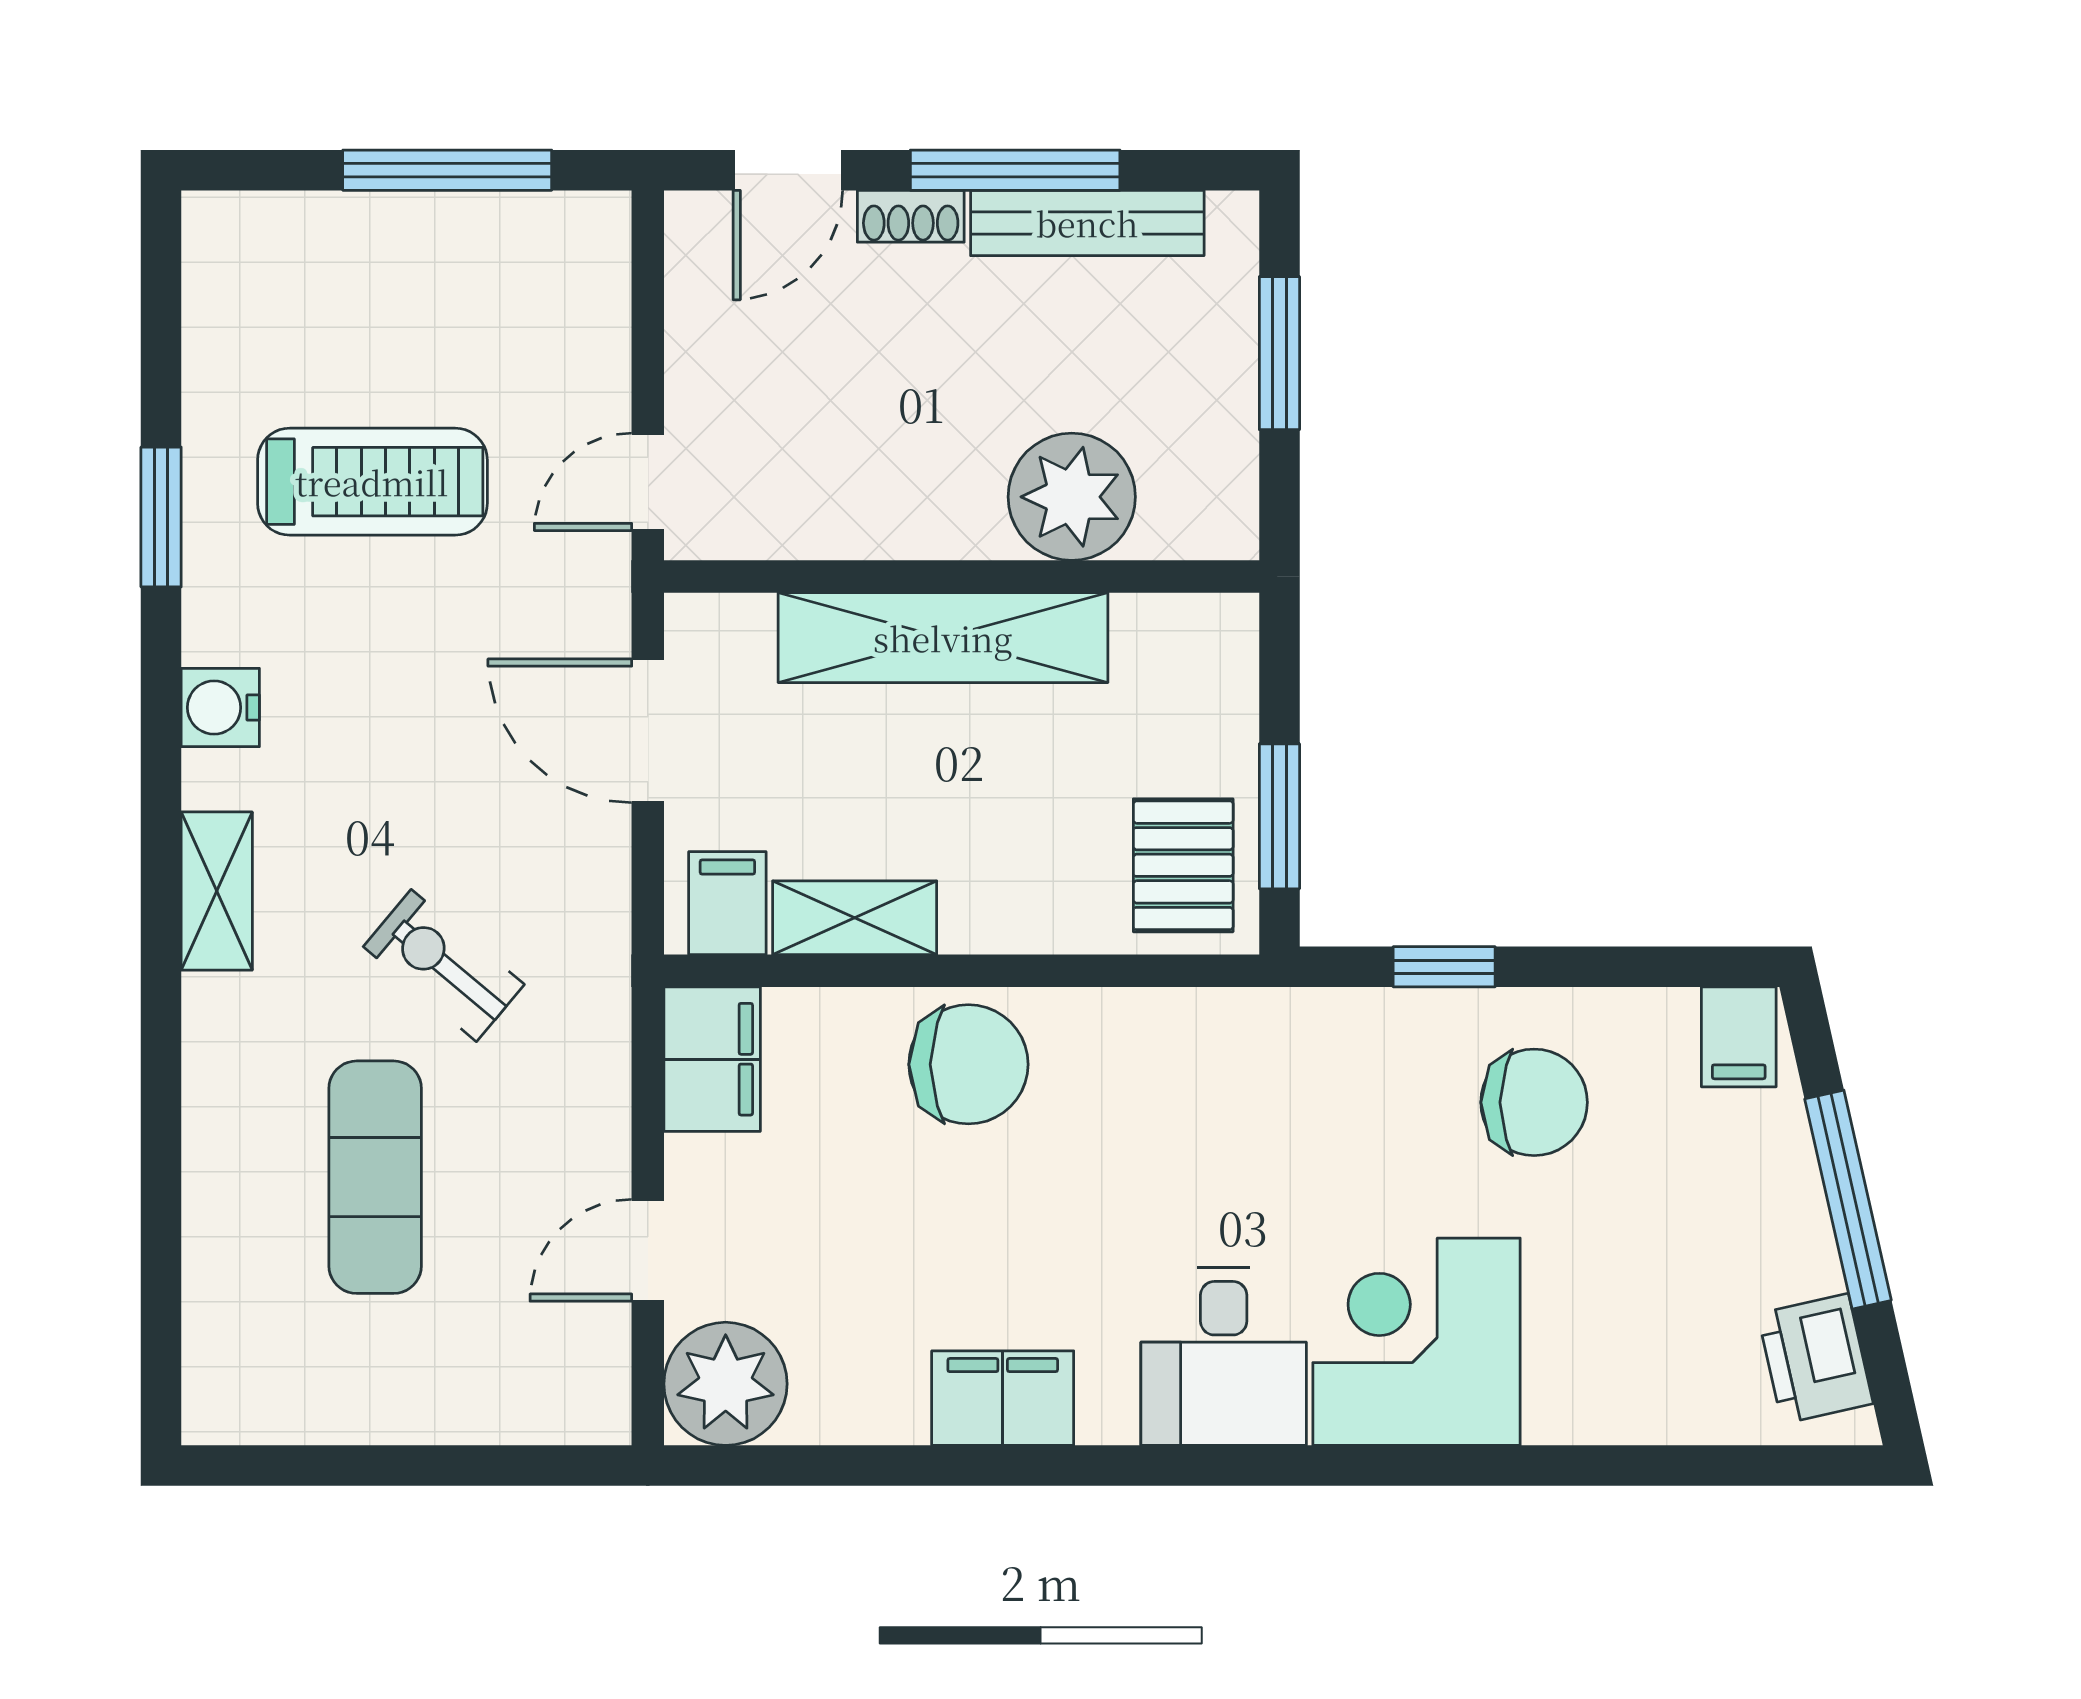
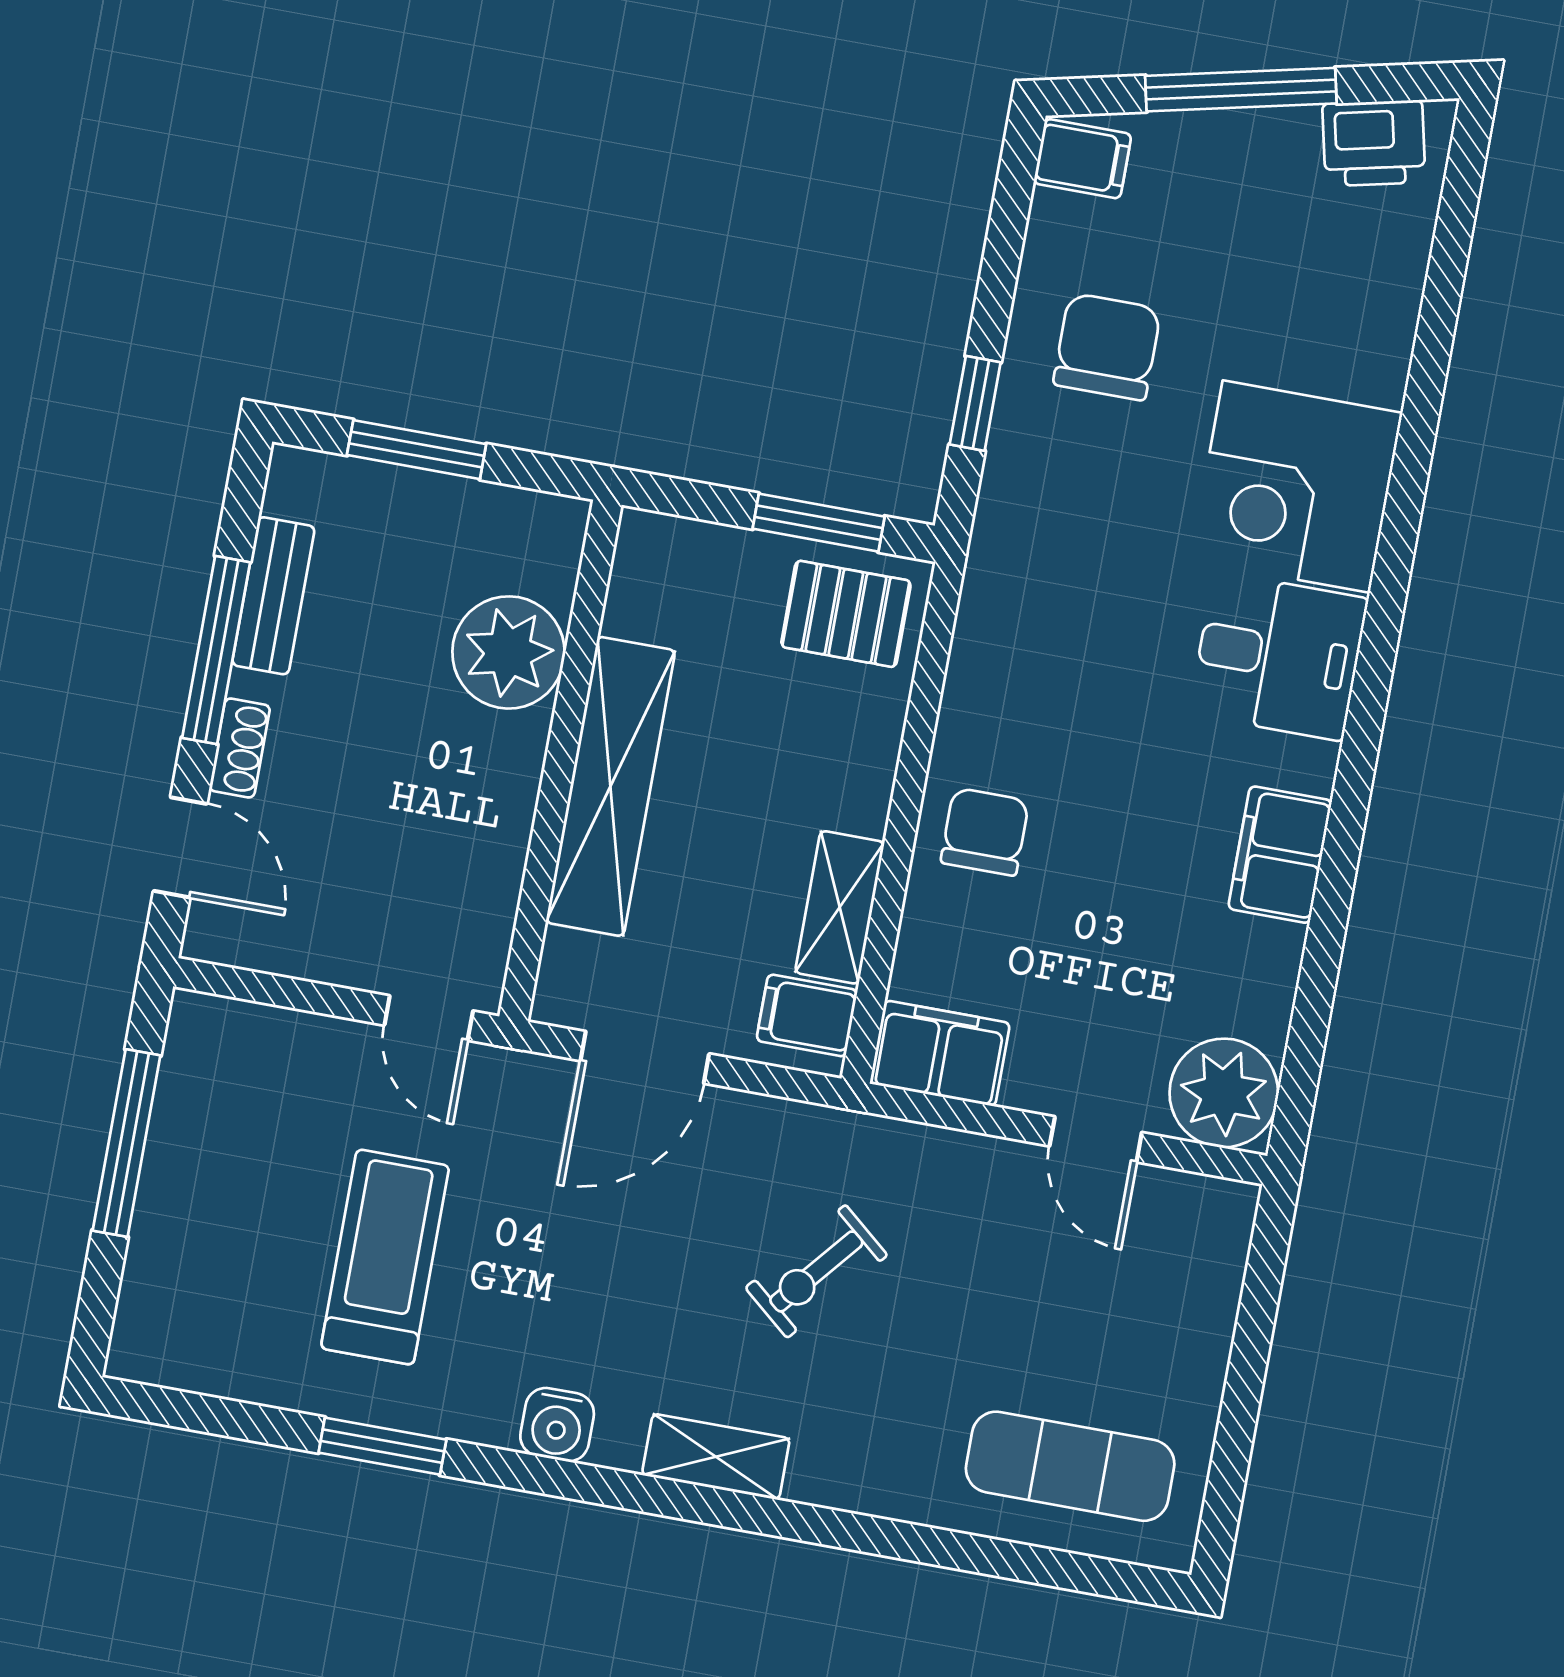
bench: (1087, 223) -> (273, 596), width x0.73
chair: (968, 1064) -> (985, 832), width x0.73, depth x0.73
exercise mat: (375, 1177) -> (1070, 1466), moved

